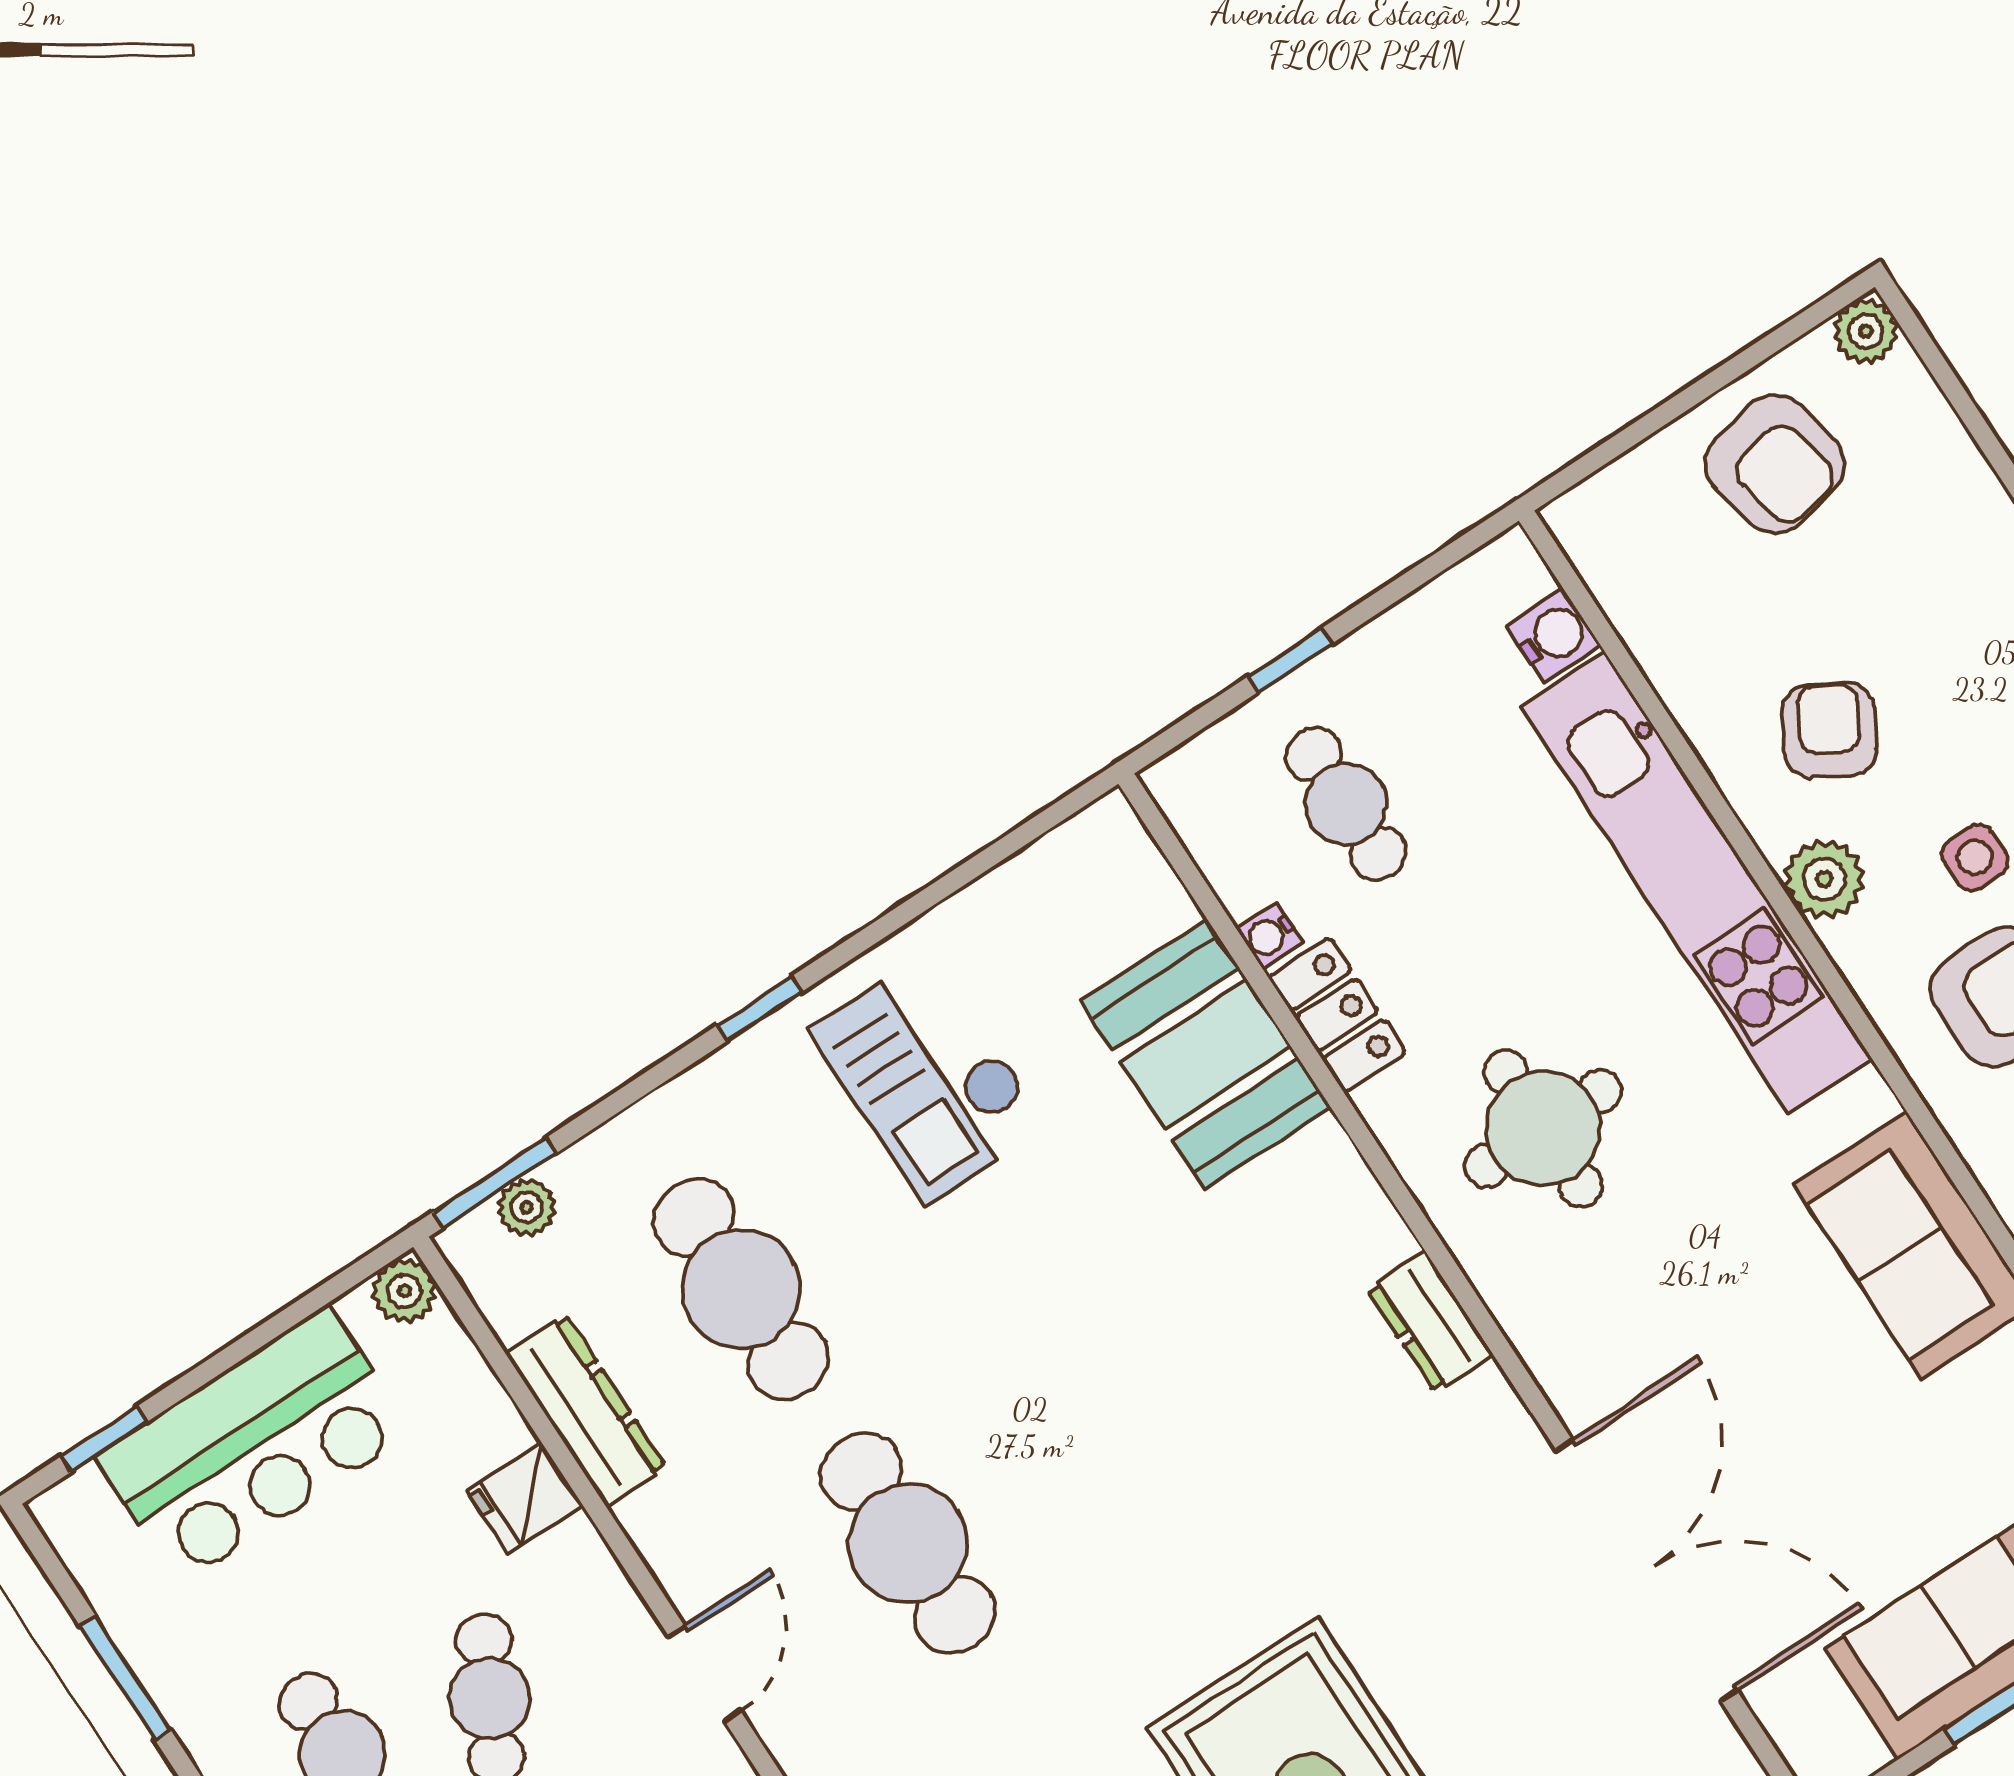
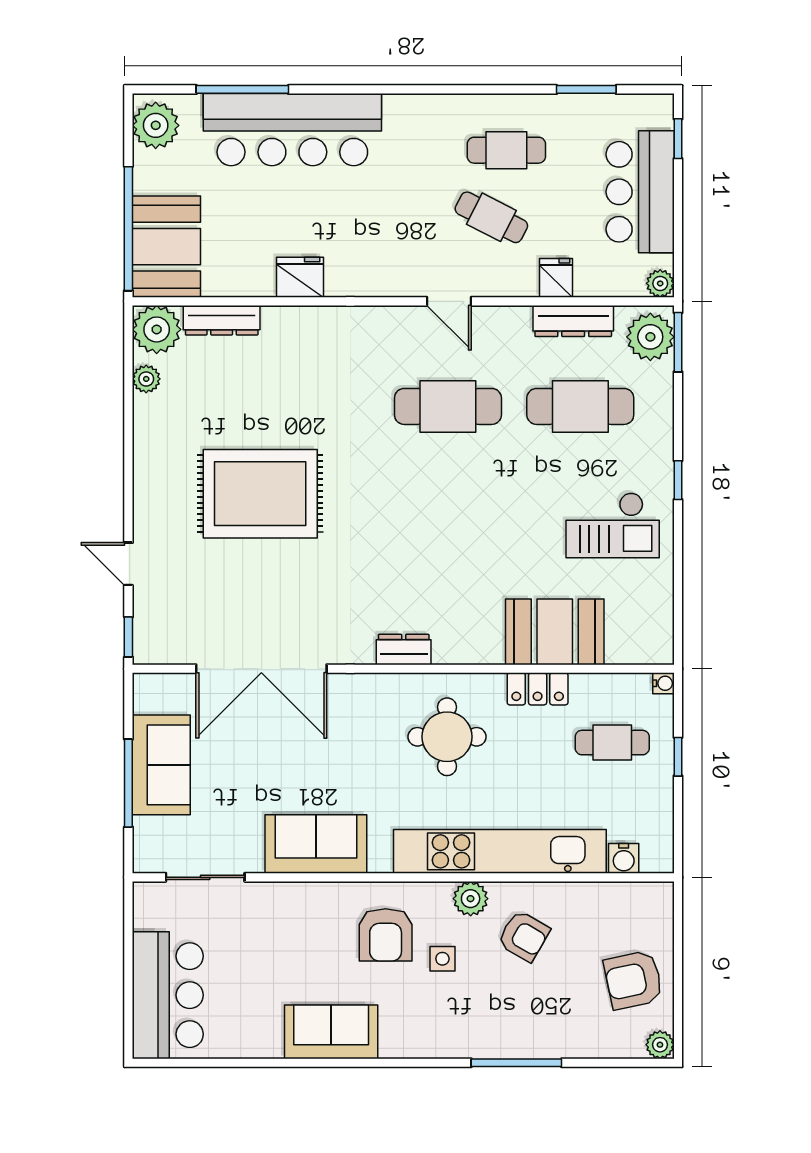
water cooler: (1269, 935) -> (663, 683), moved, turned 90
checkout: (928, 1077) -> (613, 525), turned 180
plant: (527, 1207) -> (650, 337), width x1.88, depth x1.88

